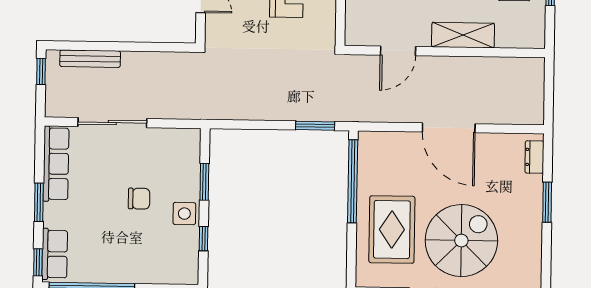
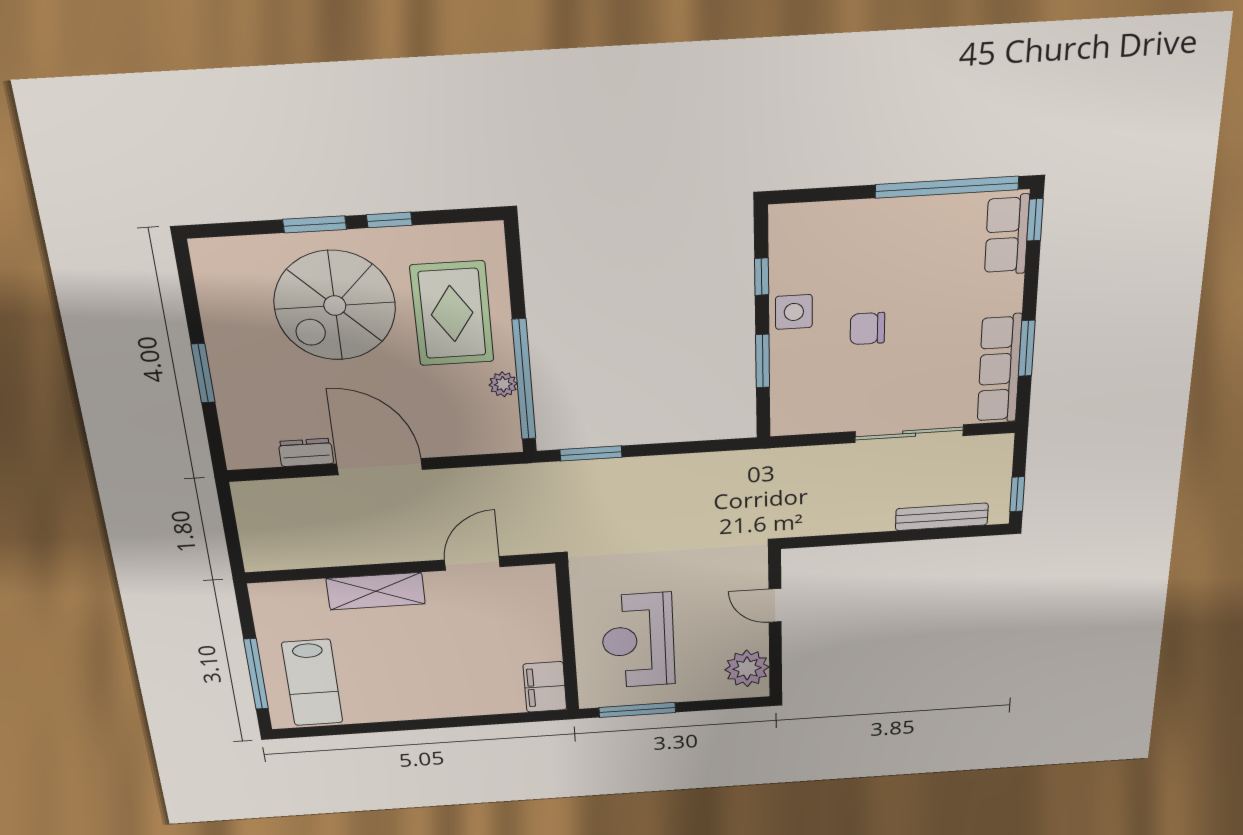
dresser: (534, 157) -> (306, 452), moved, turned -90
plant: (366, 179) -> (503, 384), added
window: (39, 202) -> (1027, 348), moved

